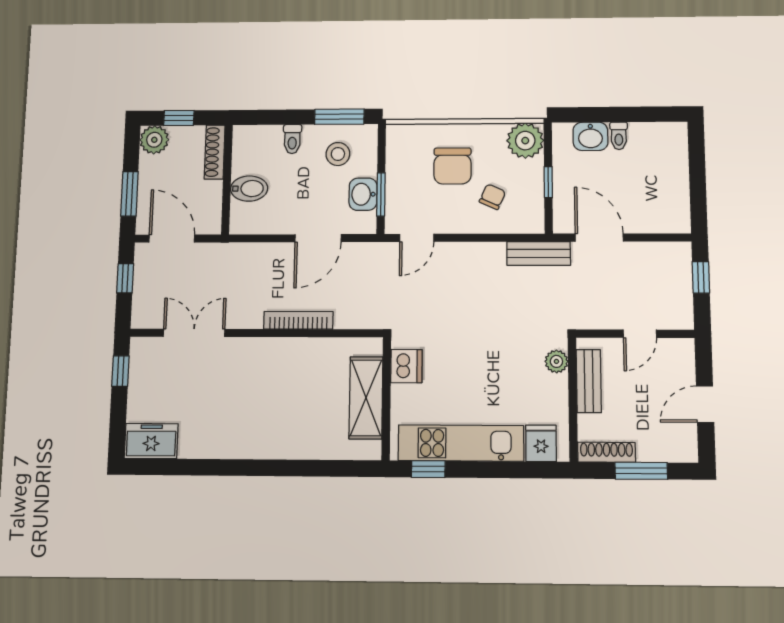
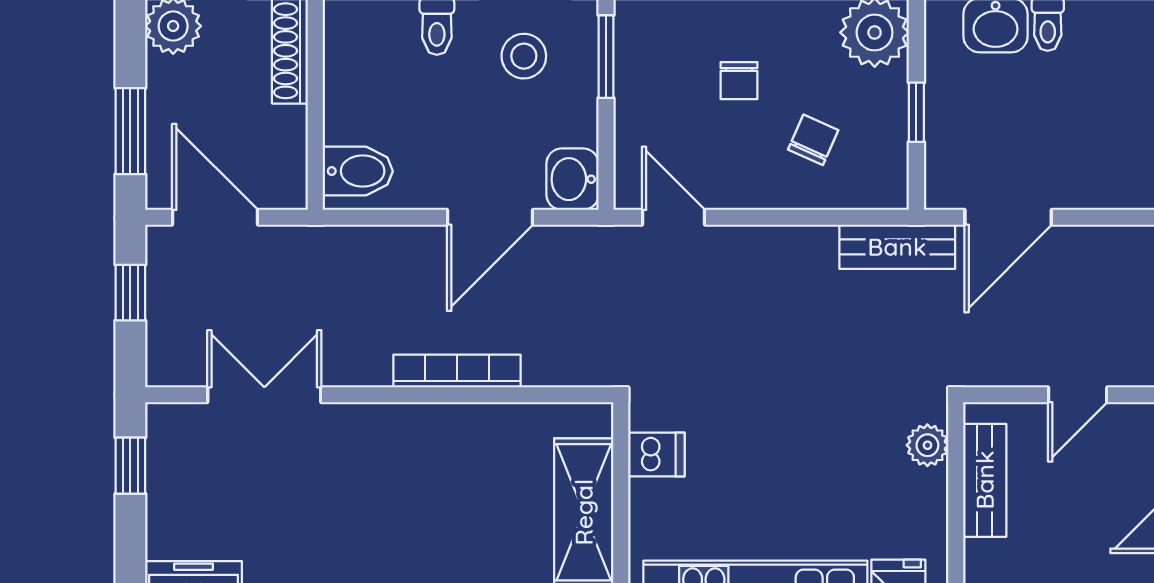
chair: (452, 166) -> (739, 81), width x0.54, depth x0.54
bidet: (249, 189) -> (358, 171), moved
washbasin: (363, 194) -> (572, 179), moved
window: (381, 194) -> (606, 57), moved
door: (417, 238) -> (673, 217), swing flipped
door: (599, 238) -> (1008, 217), swing flipped
dishwasher: (406, 366) -> (656, 455), width x0.73

